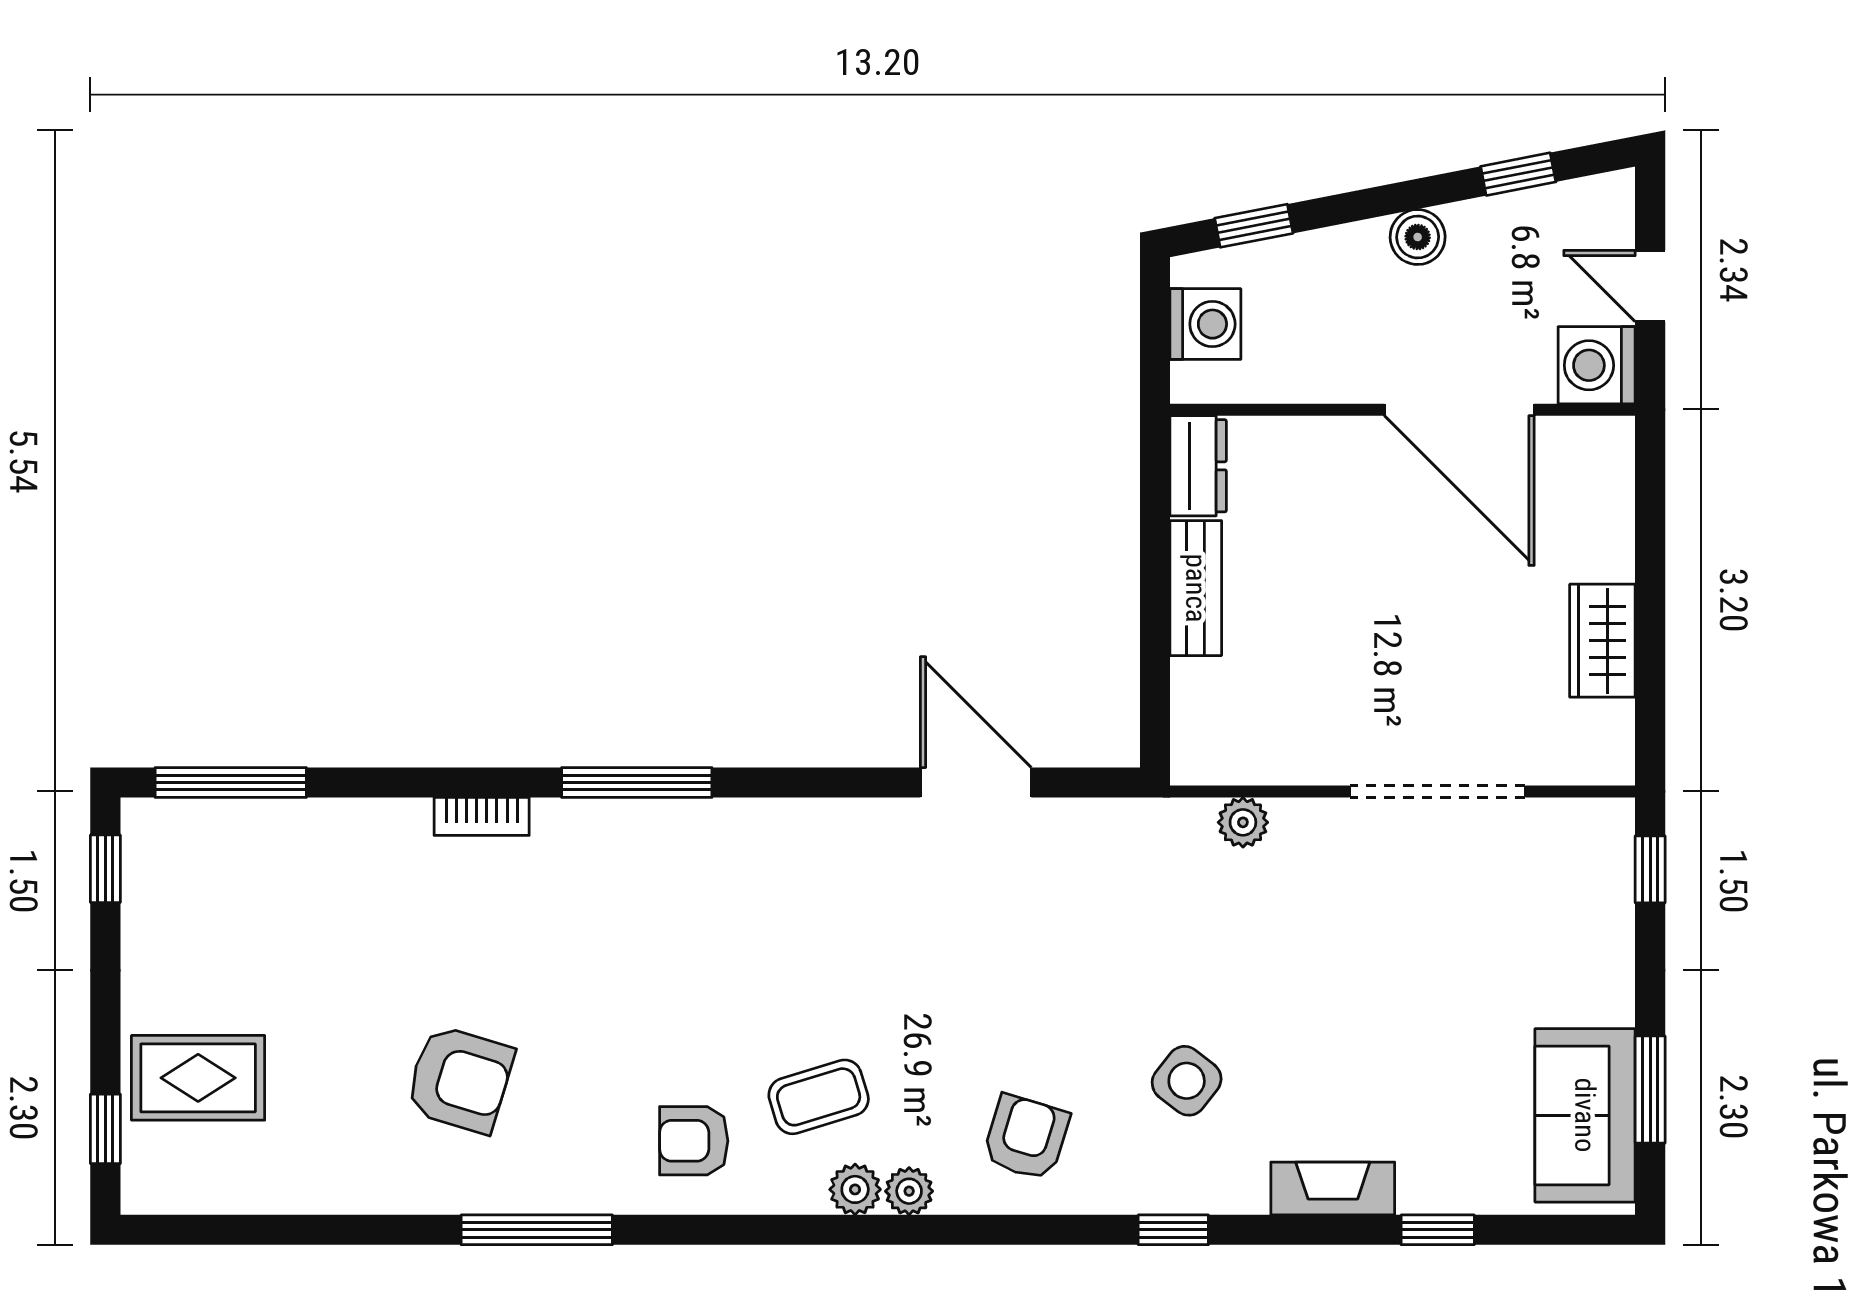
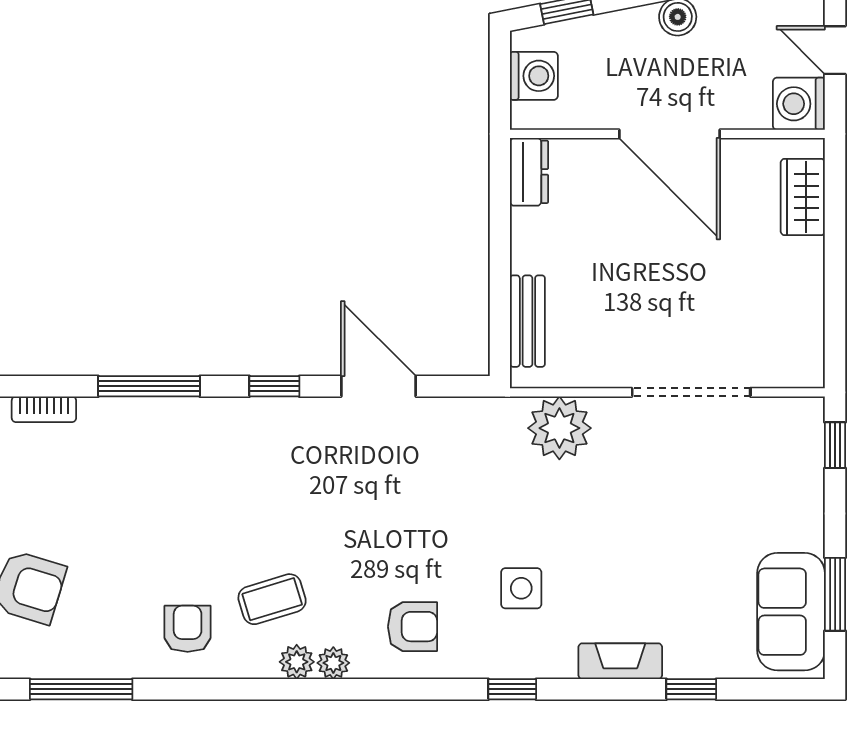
door: (1459, 410) -> (669, 134), moved
bench: (1196, 588) -> (527, 321), moved
wardrobe: (1602, 641) -> (803, 197), moved
window: (822, 783) -> (274, 386), added
plant: (1243, 822) -> (559, 428), width x1.88, depth x1.88
side table: (1187, 1081) -> (521, 588), turned -38
armchair: (1026, 1137) -> (412, 627), turned 73
armchair: (694, 1141) -> (188, 629), turned 90

